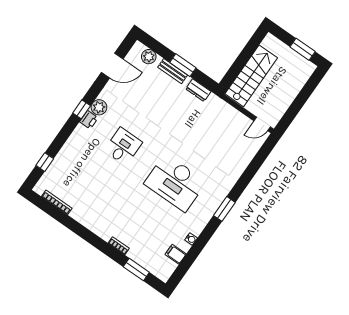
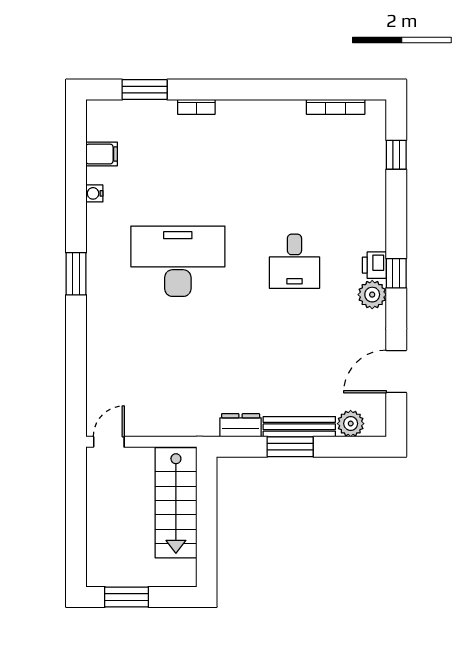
bench: (173, 71) -> (299, 427), width x1.36

